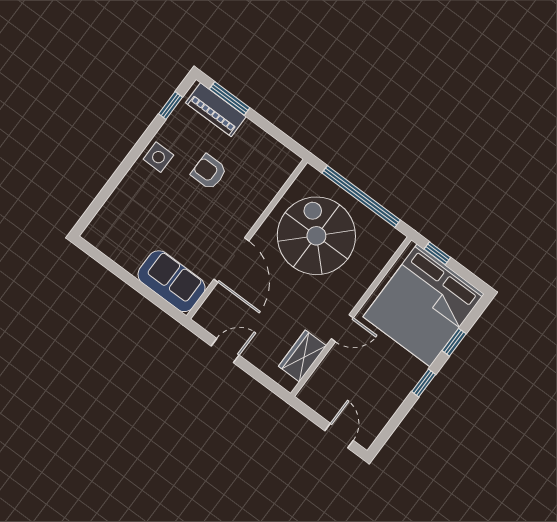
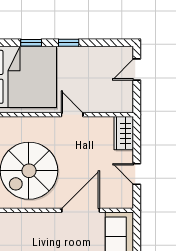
wardrobe: (302, 356) -> (124, 133), moved, turned 90

